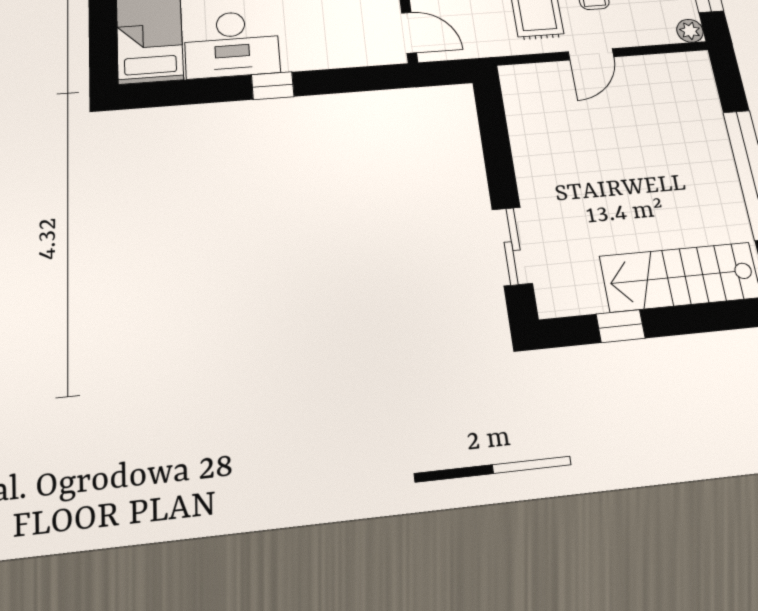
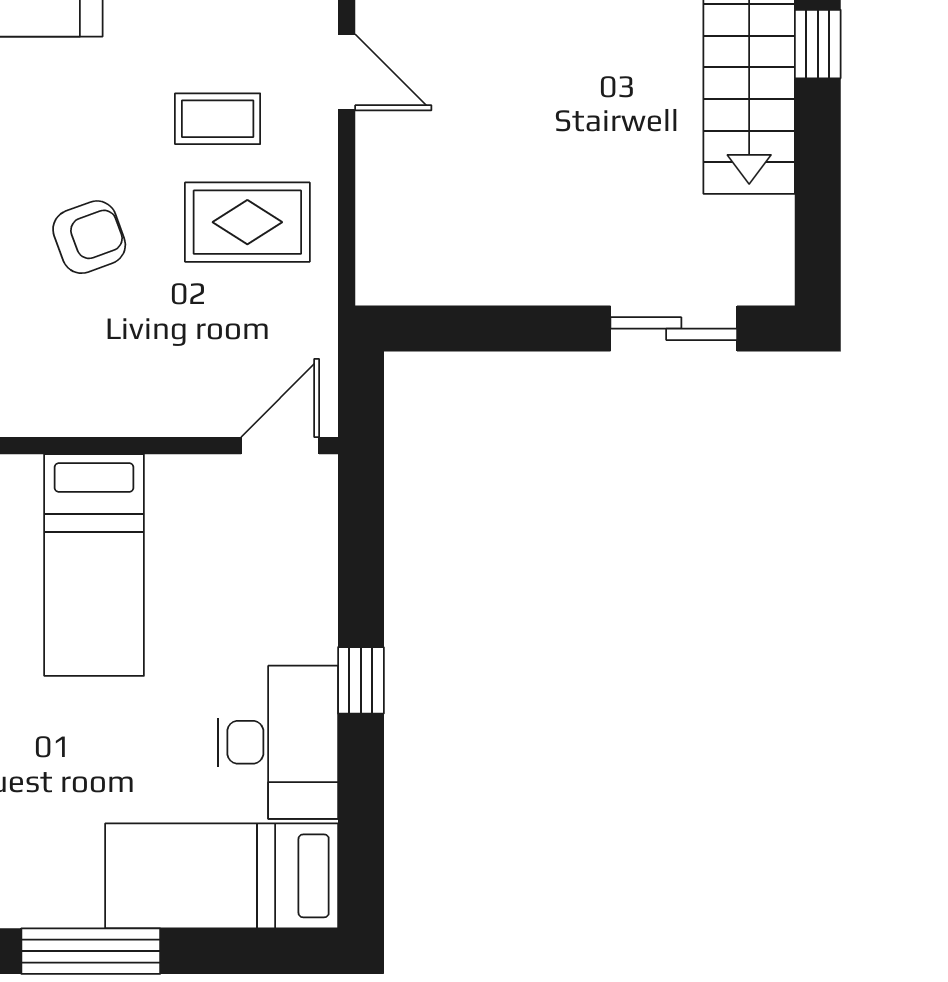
door: (591, 54) -> (347, 72), moved
window: (621, 326) -> (818, 44), moved

